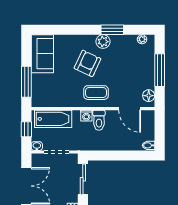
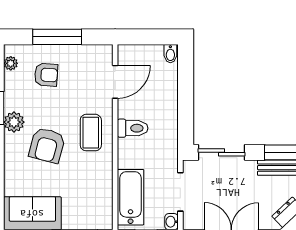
armchair: (88, 63) -> (47, 145), turned -100
armchair: (134, 63) -> (46, 75), added
floor lamp: (149, 96) -> (95, 53), removed
washing machine: (86, 116) -> (126, 147), removed

